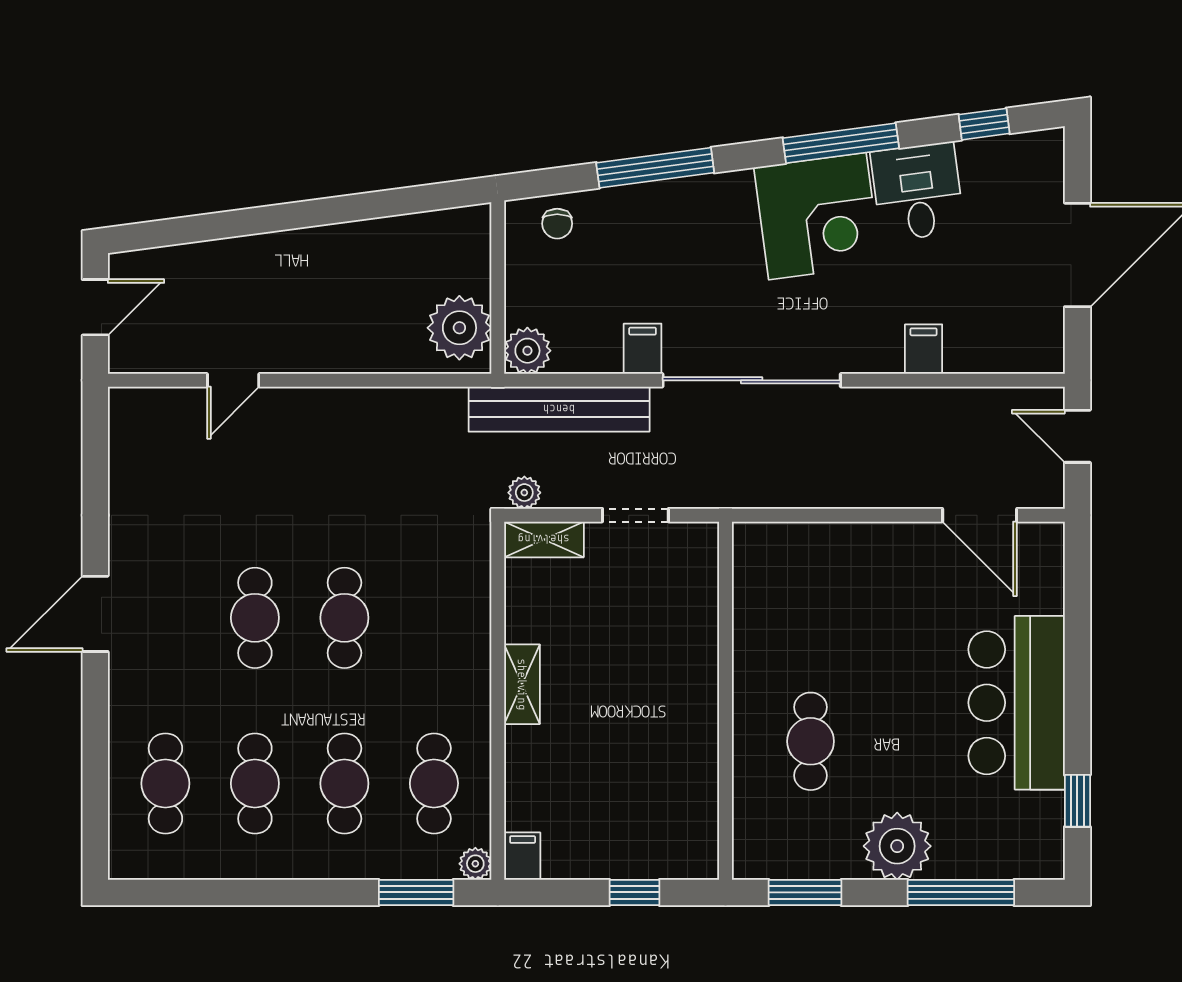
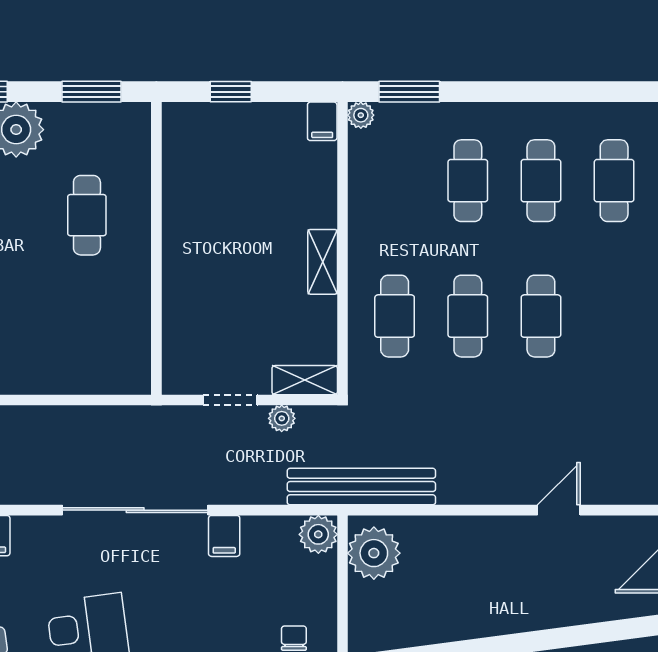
bench: (559, 409) -> (361, 487), moved
plant: (524, 493) -> (282, 418), moved
cafe table: (434, 783) -> (395, 316), moved

